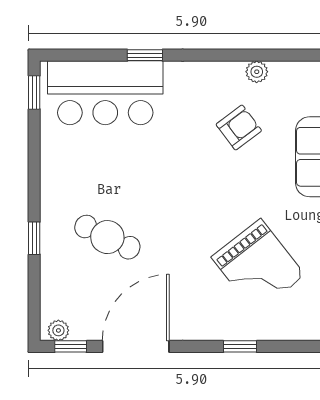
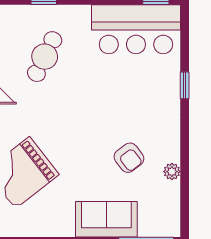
bar counter: (105, 93) -> (136, 29), moved, turned -90

